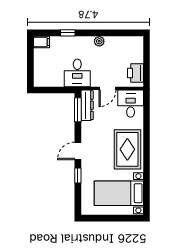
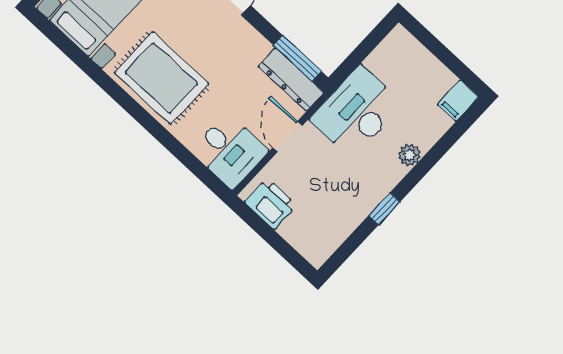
window: (68, 33) -> (384, 209), moved
plant: (99, 41) -> (410, 155), moved
desk: (77, 73) -> (356, 112), width x1.37

